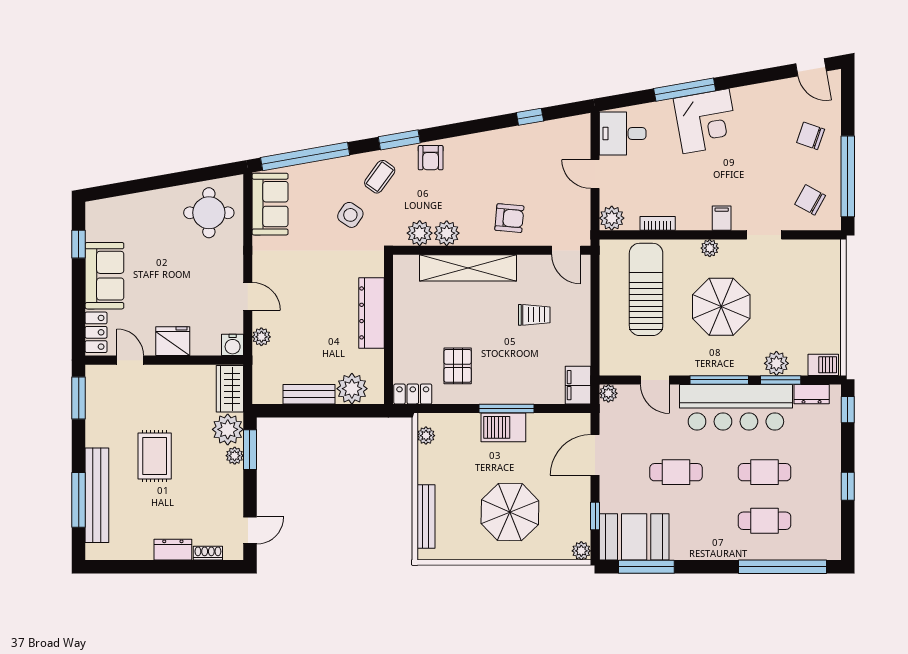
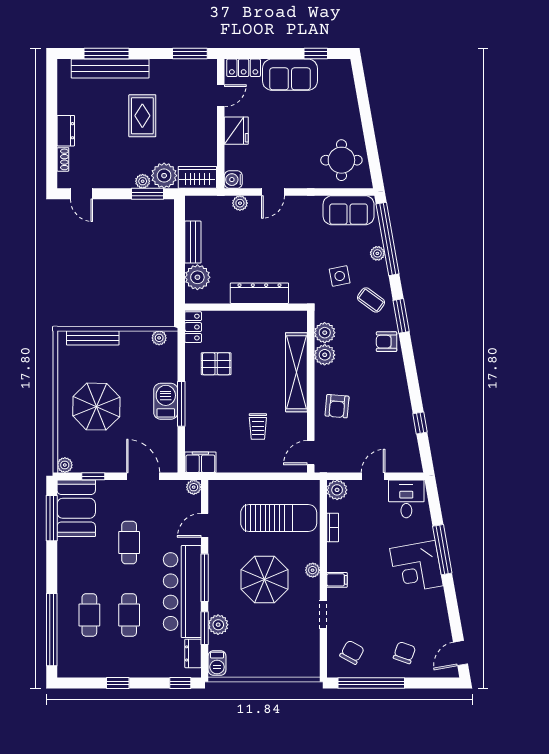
plant: (323, 169) -> (377, 253), added
side table: (350, 215) -> (340, 276), turned 45
rug: (155, 456) -> (142, 116), turned 90

